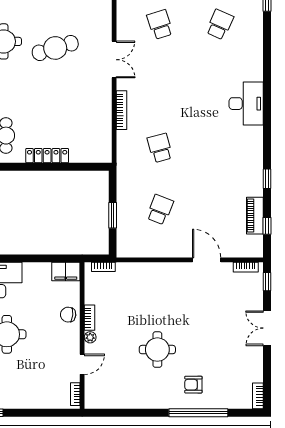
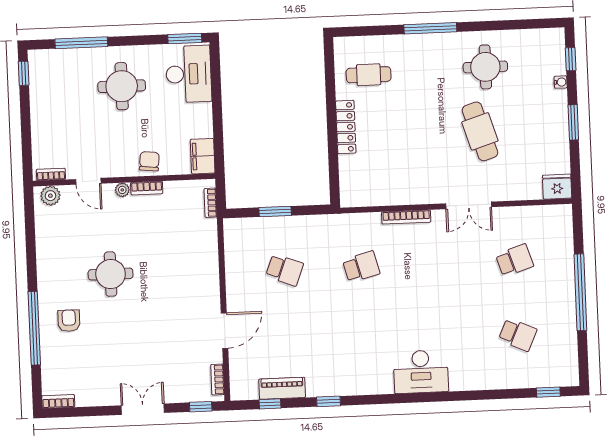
plant: (92, 395) -> (50, 196), added

